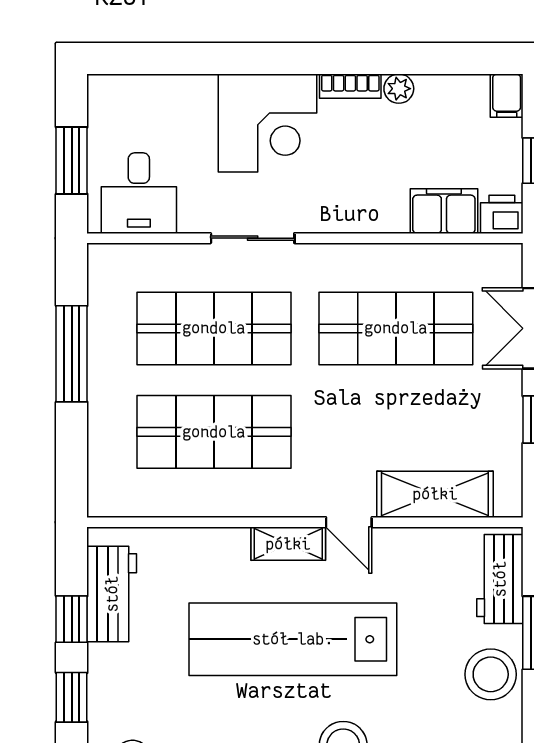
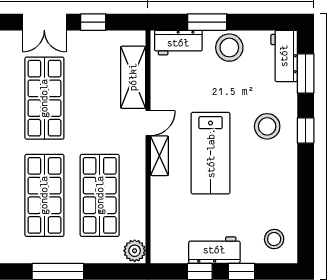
plant: (111, 497) -> (135, 251), added
workbench: (112, 594) -> (214, 250), moved
lab bench: (293, 639) -> (211, 153), width x0.73

